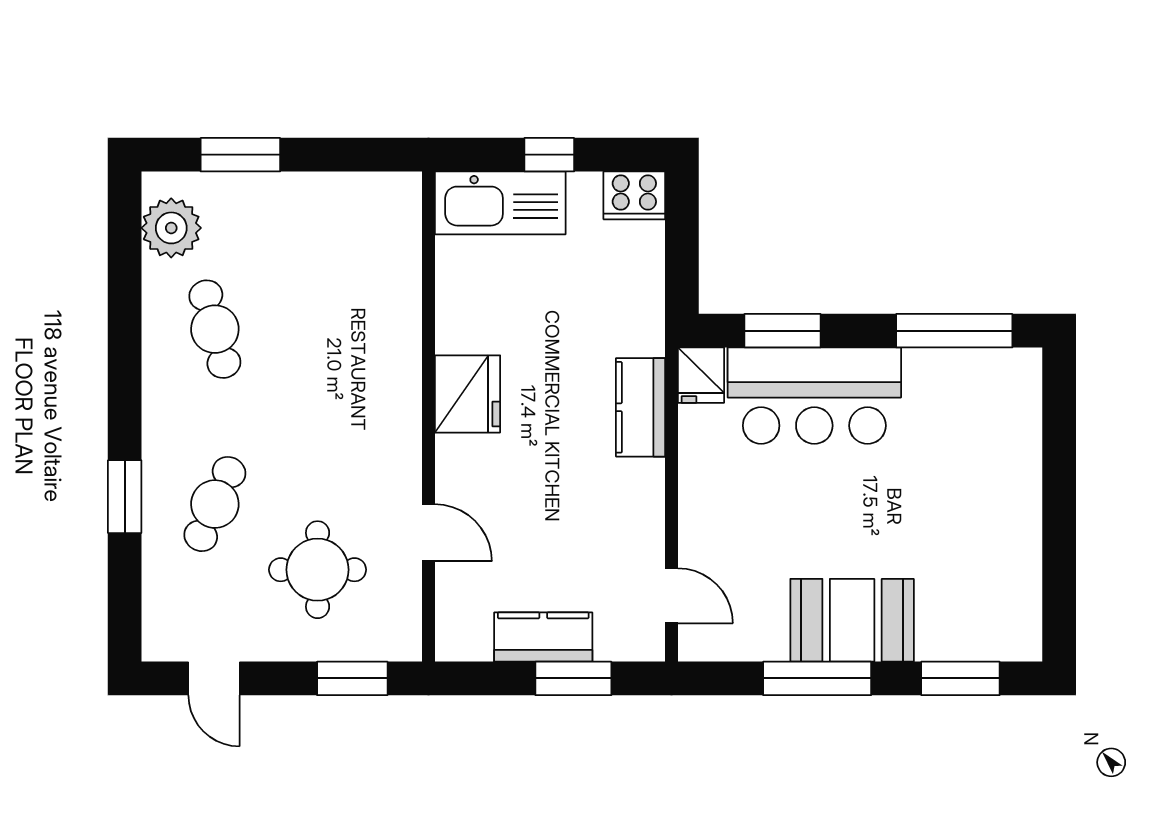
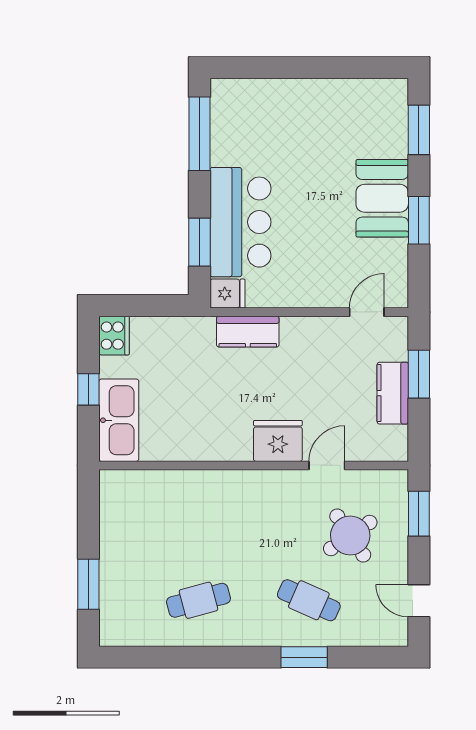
plant: (171, 228) -> (135, 628), removed
fridge: (467, 394) -> (278, 441), moved
round table: (318, 570) -> (350, 535), turned -34
door: (214, 678) -> (419, 601), swing flipped
window: (817, 678) -> (419, 220), width x0.69

